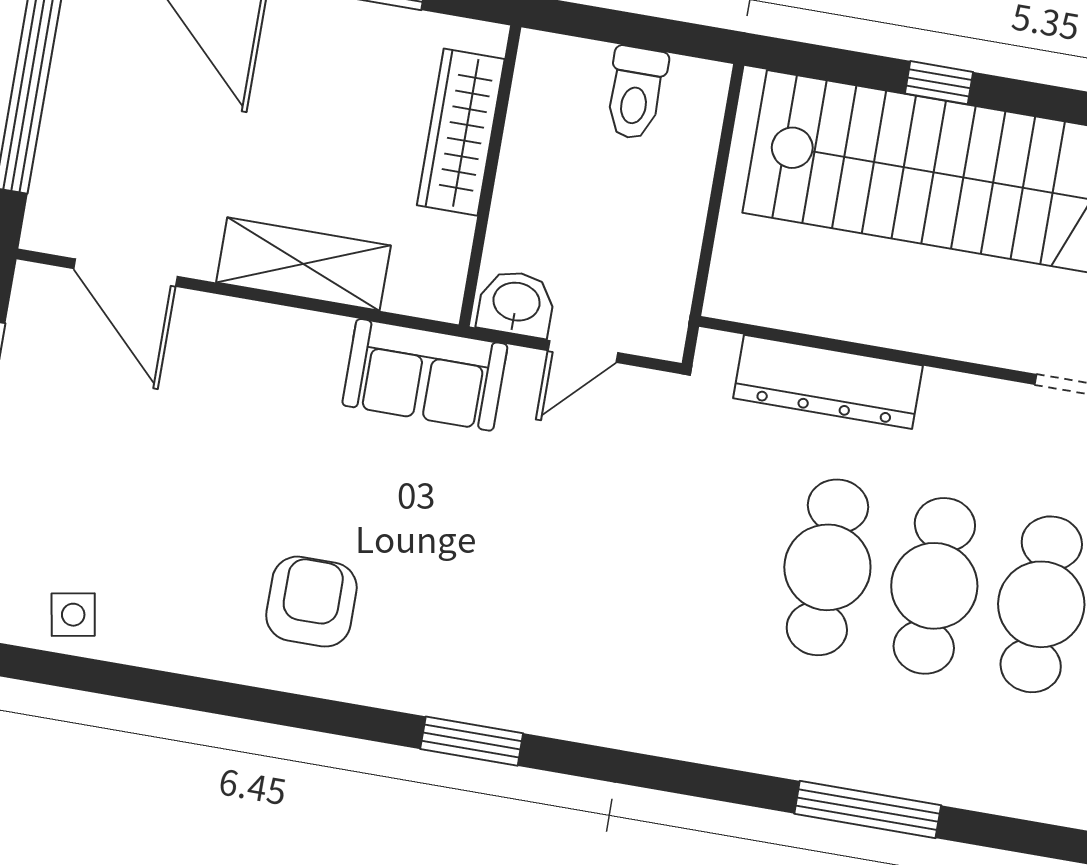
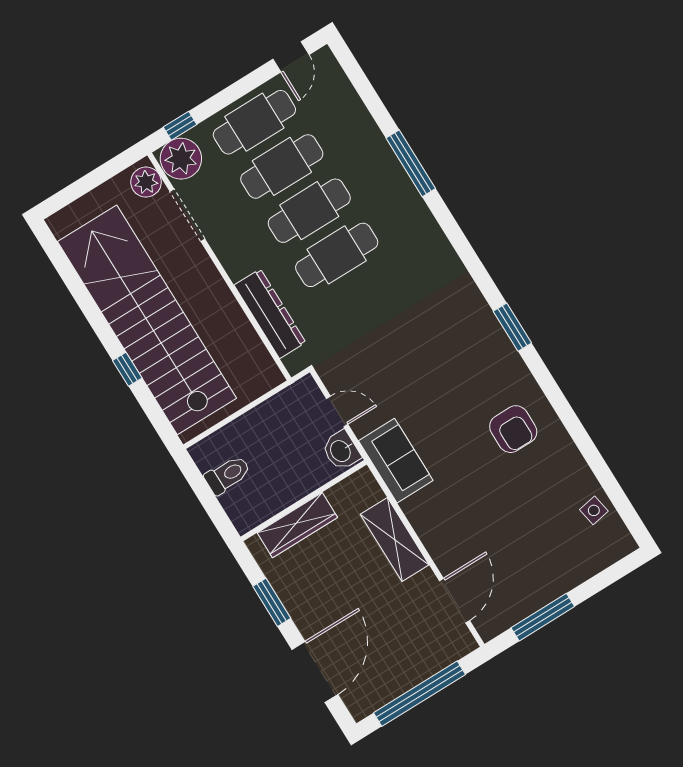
armchair: (311, 602) -> (513, 429), turned -90

